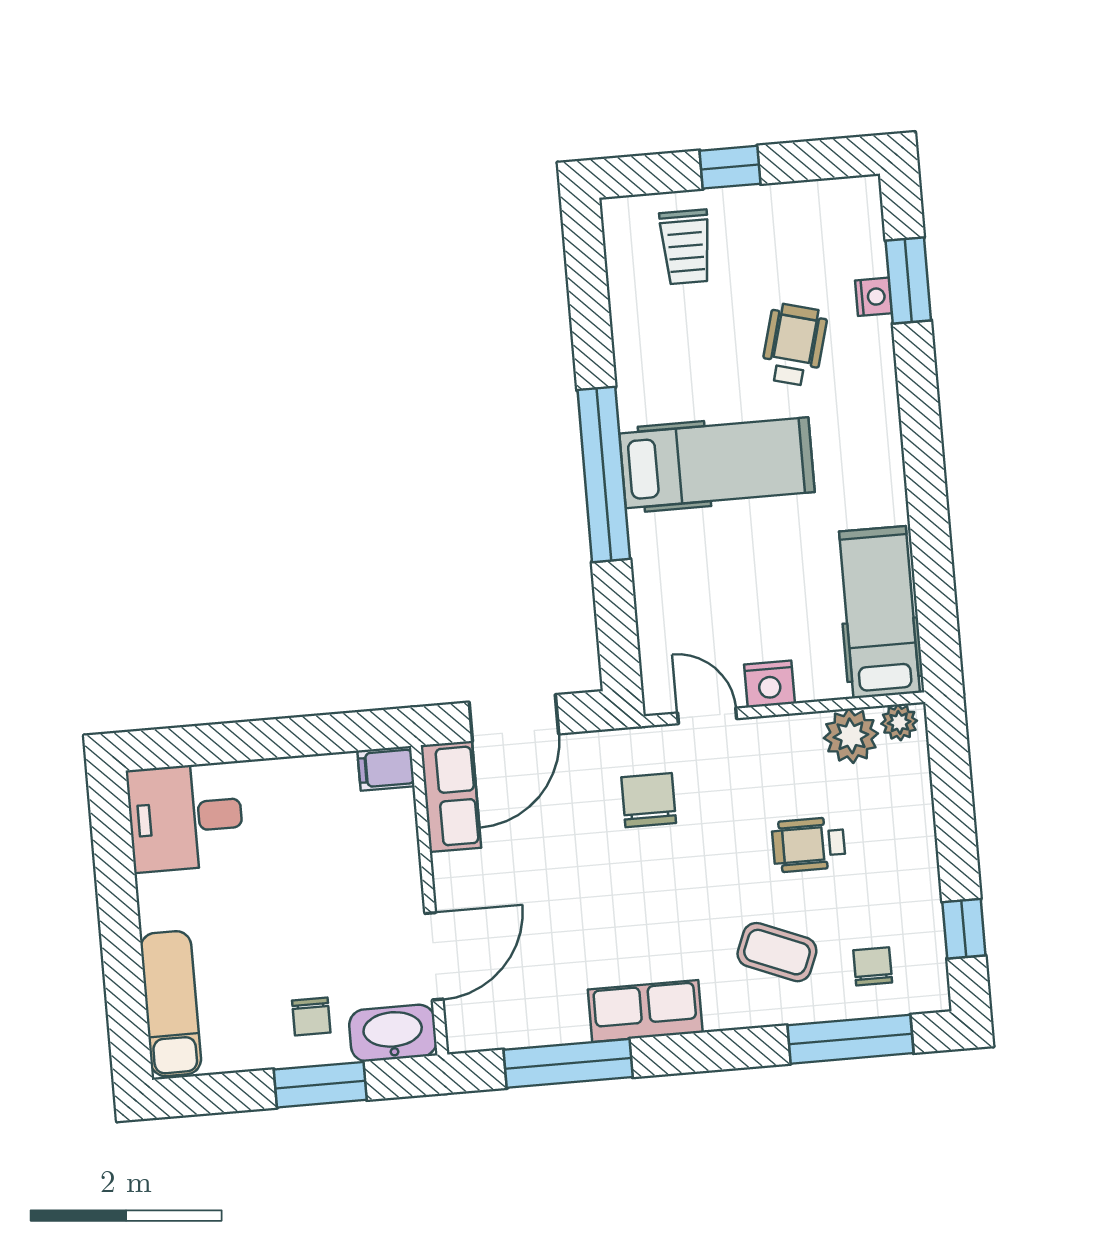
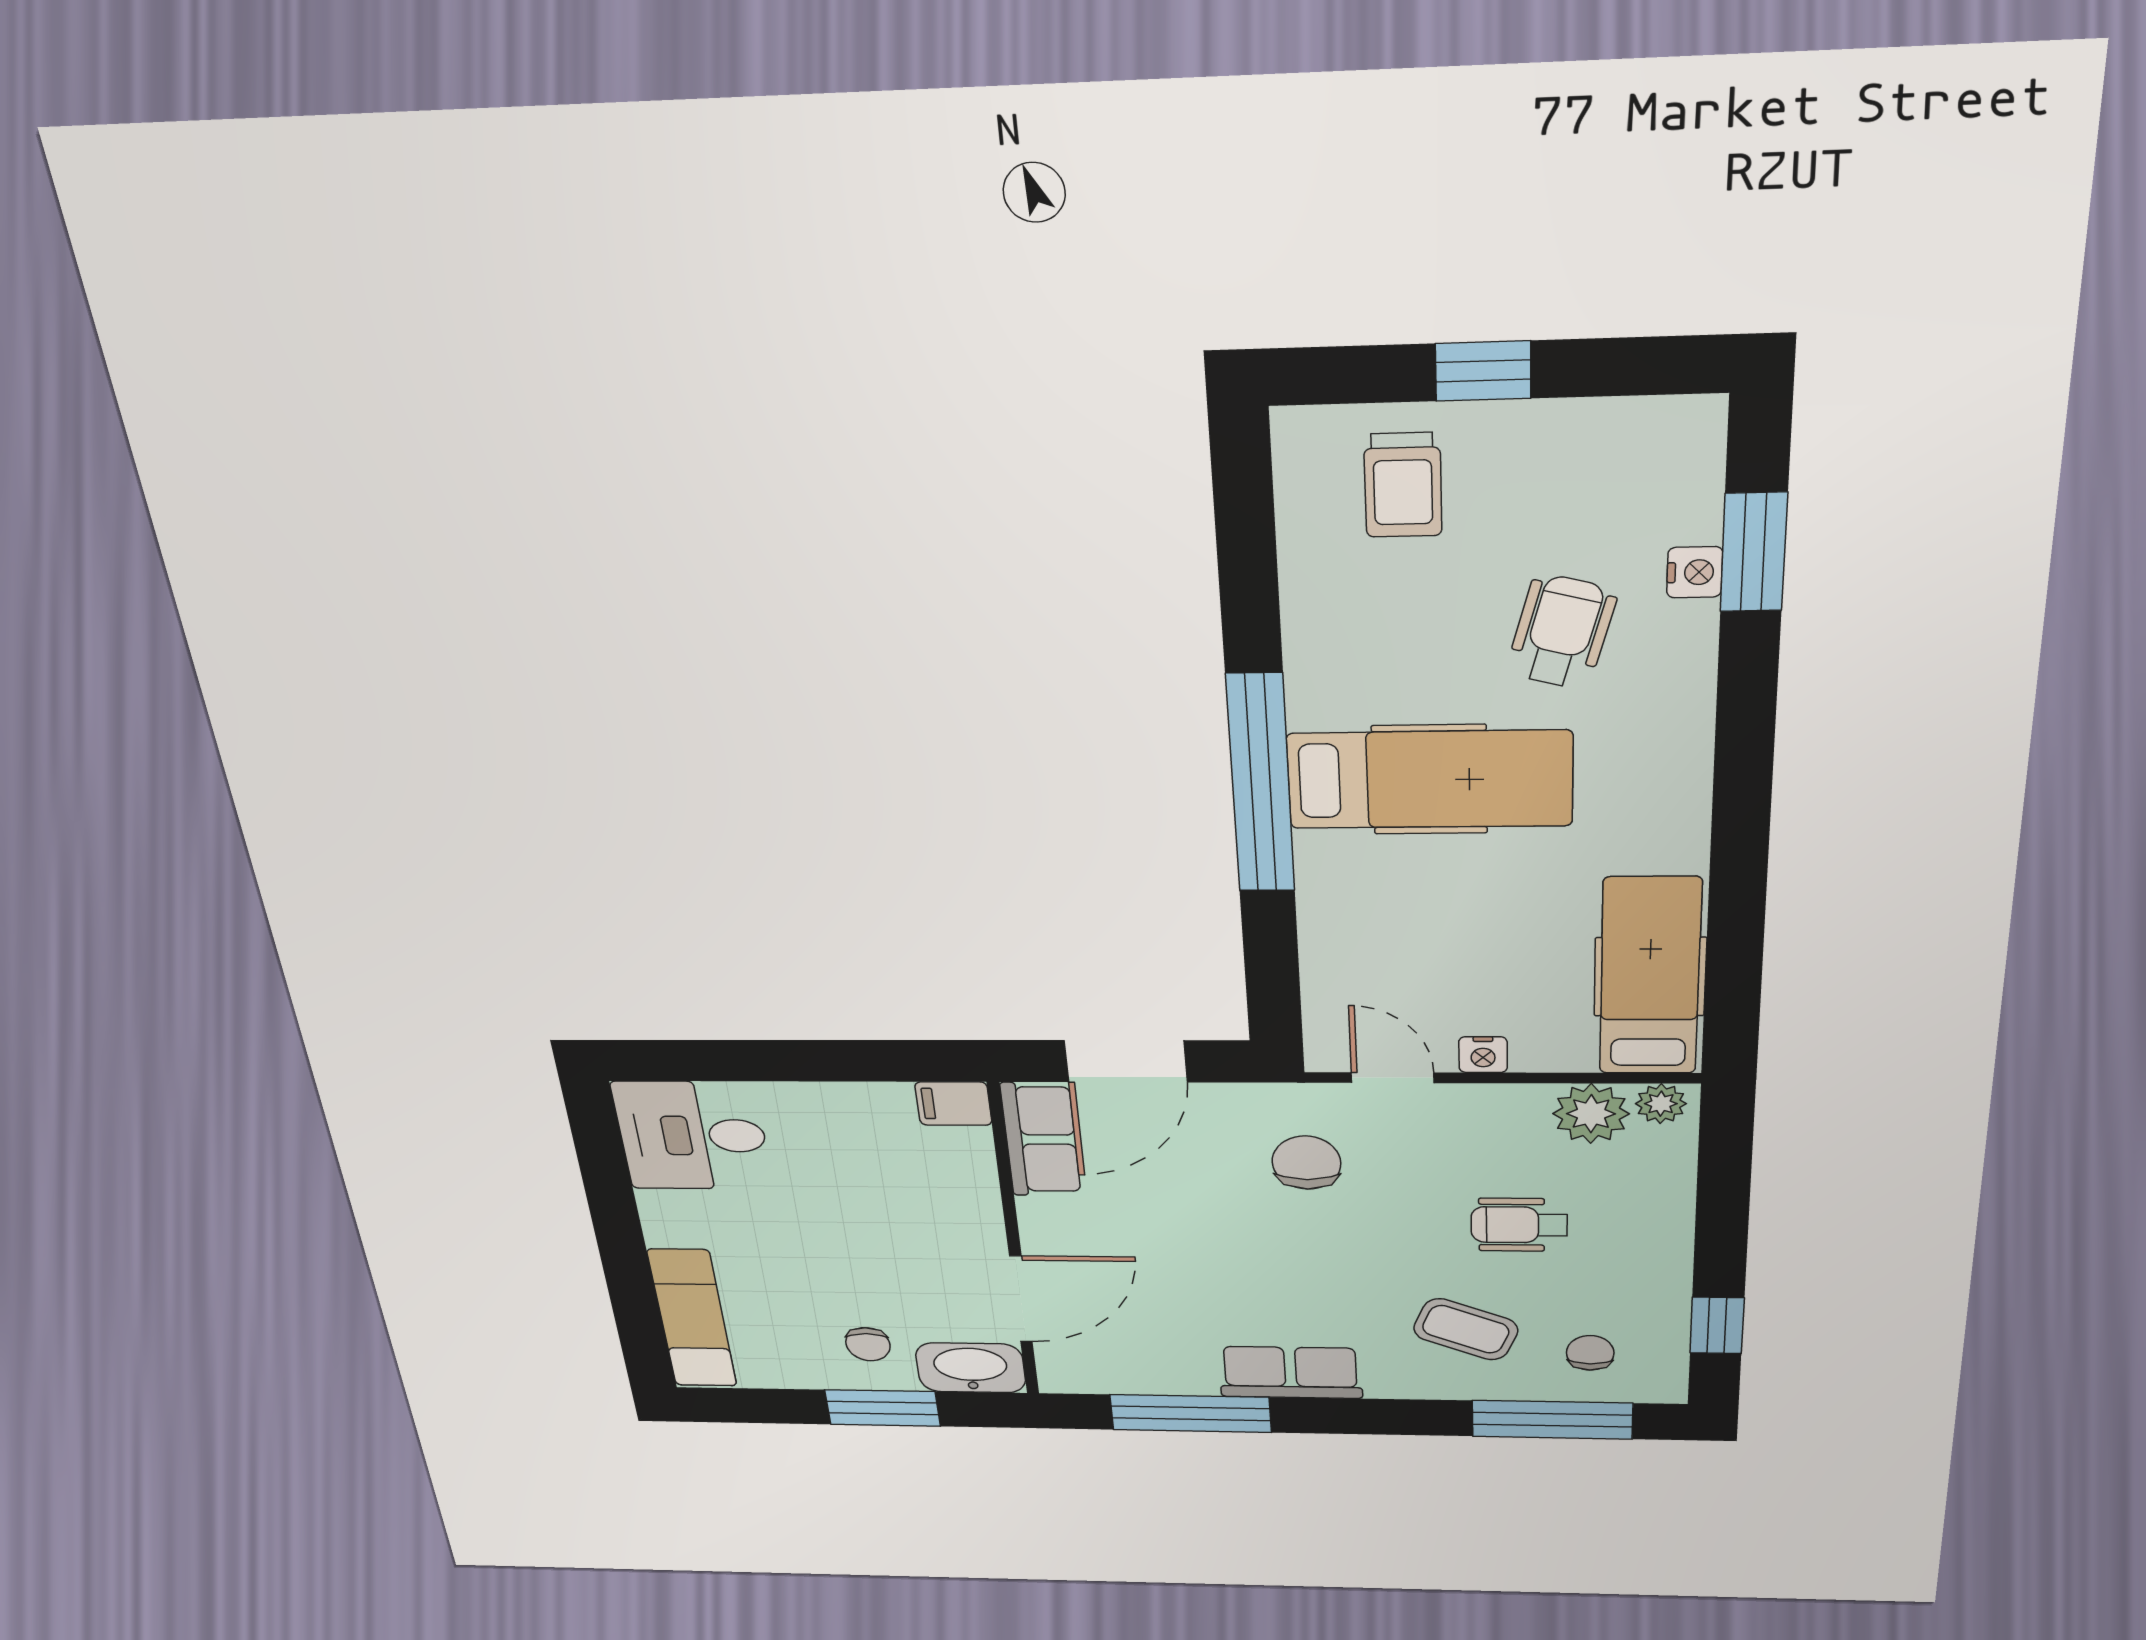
nightstand: (770, 684) -> (1483, 1055), width x0.72, depth x0.74

